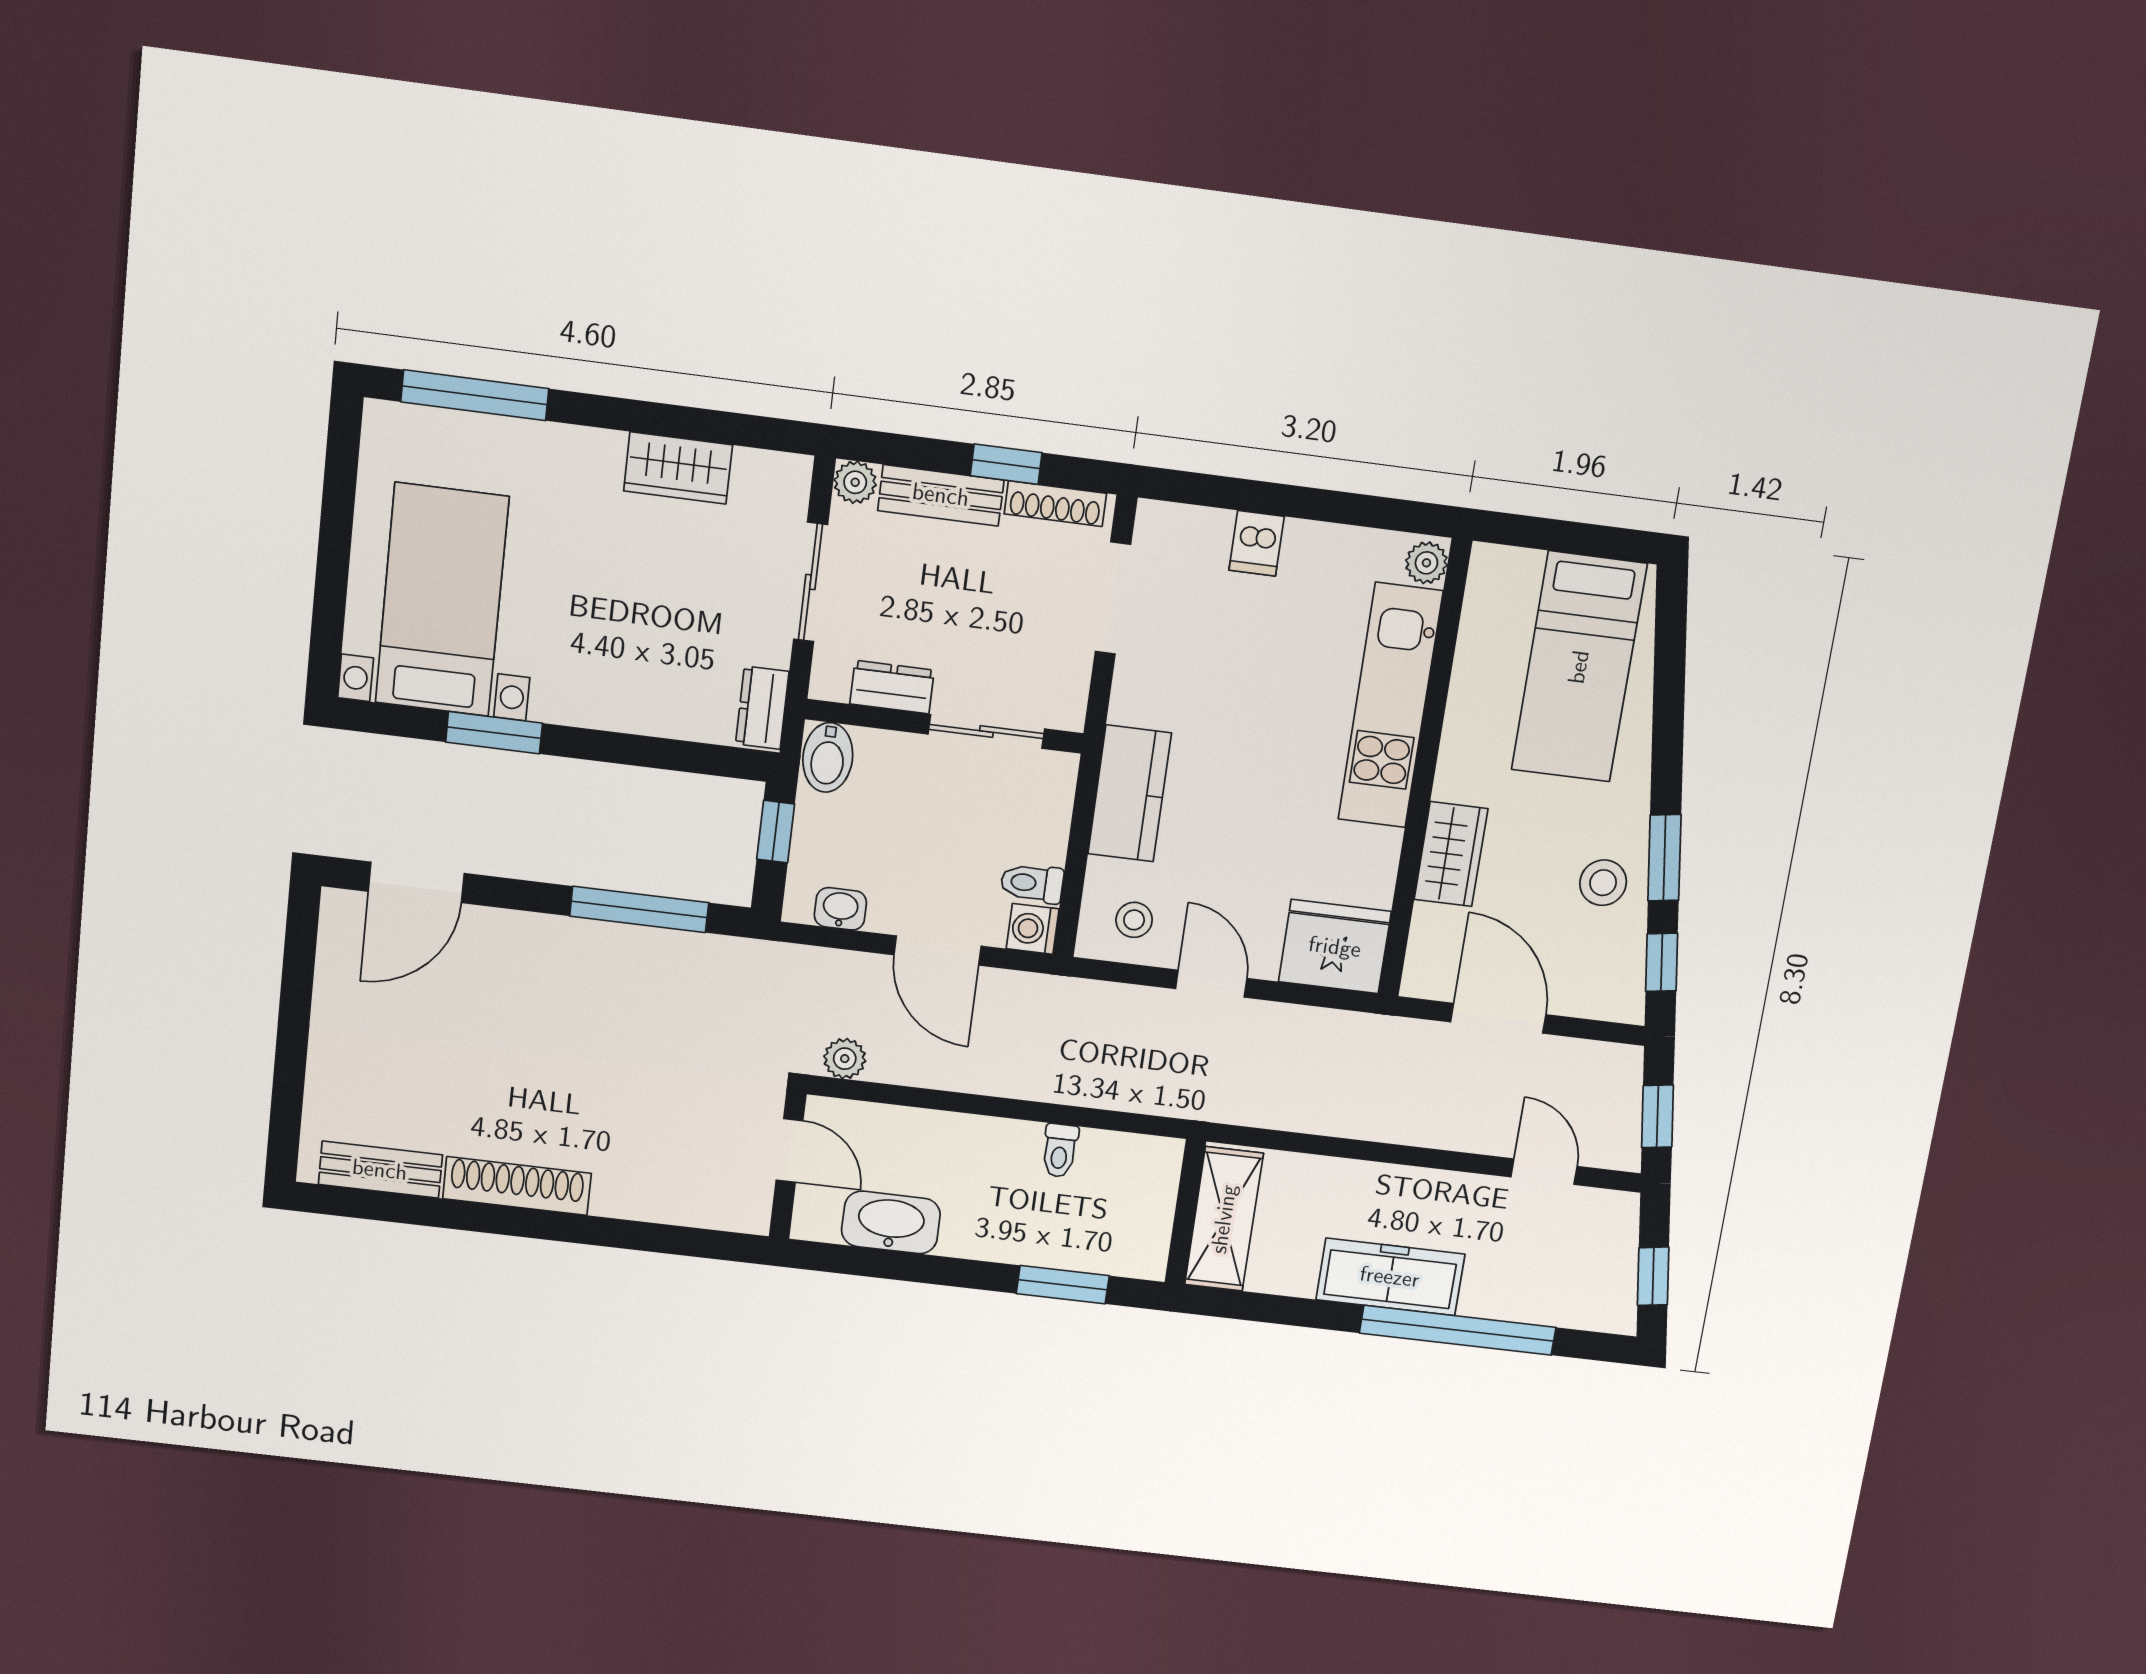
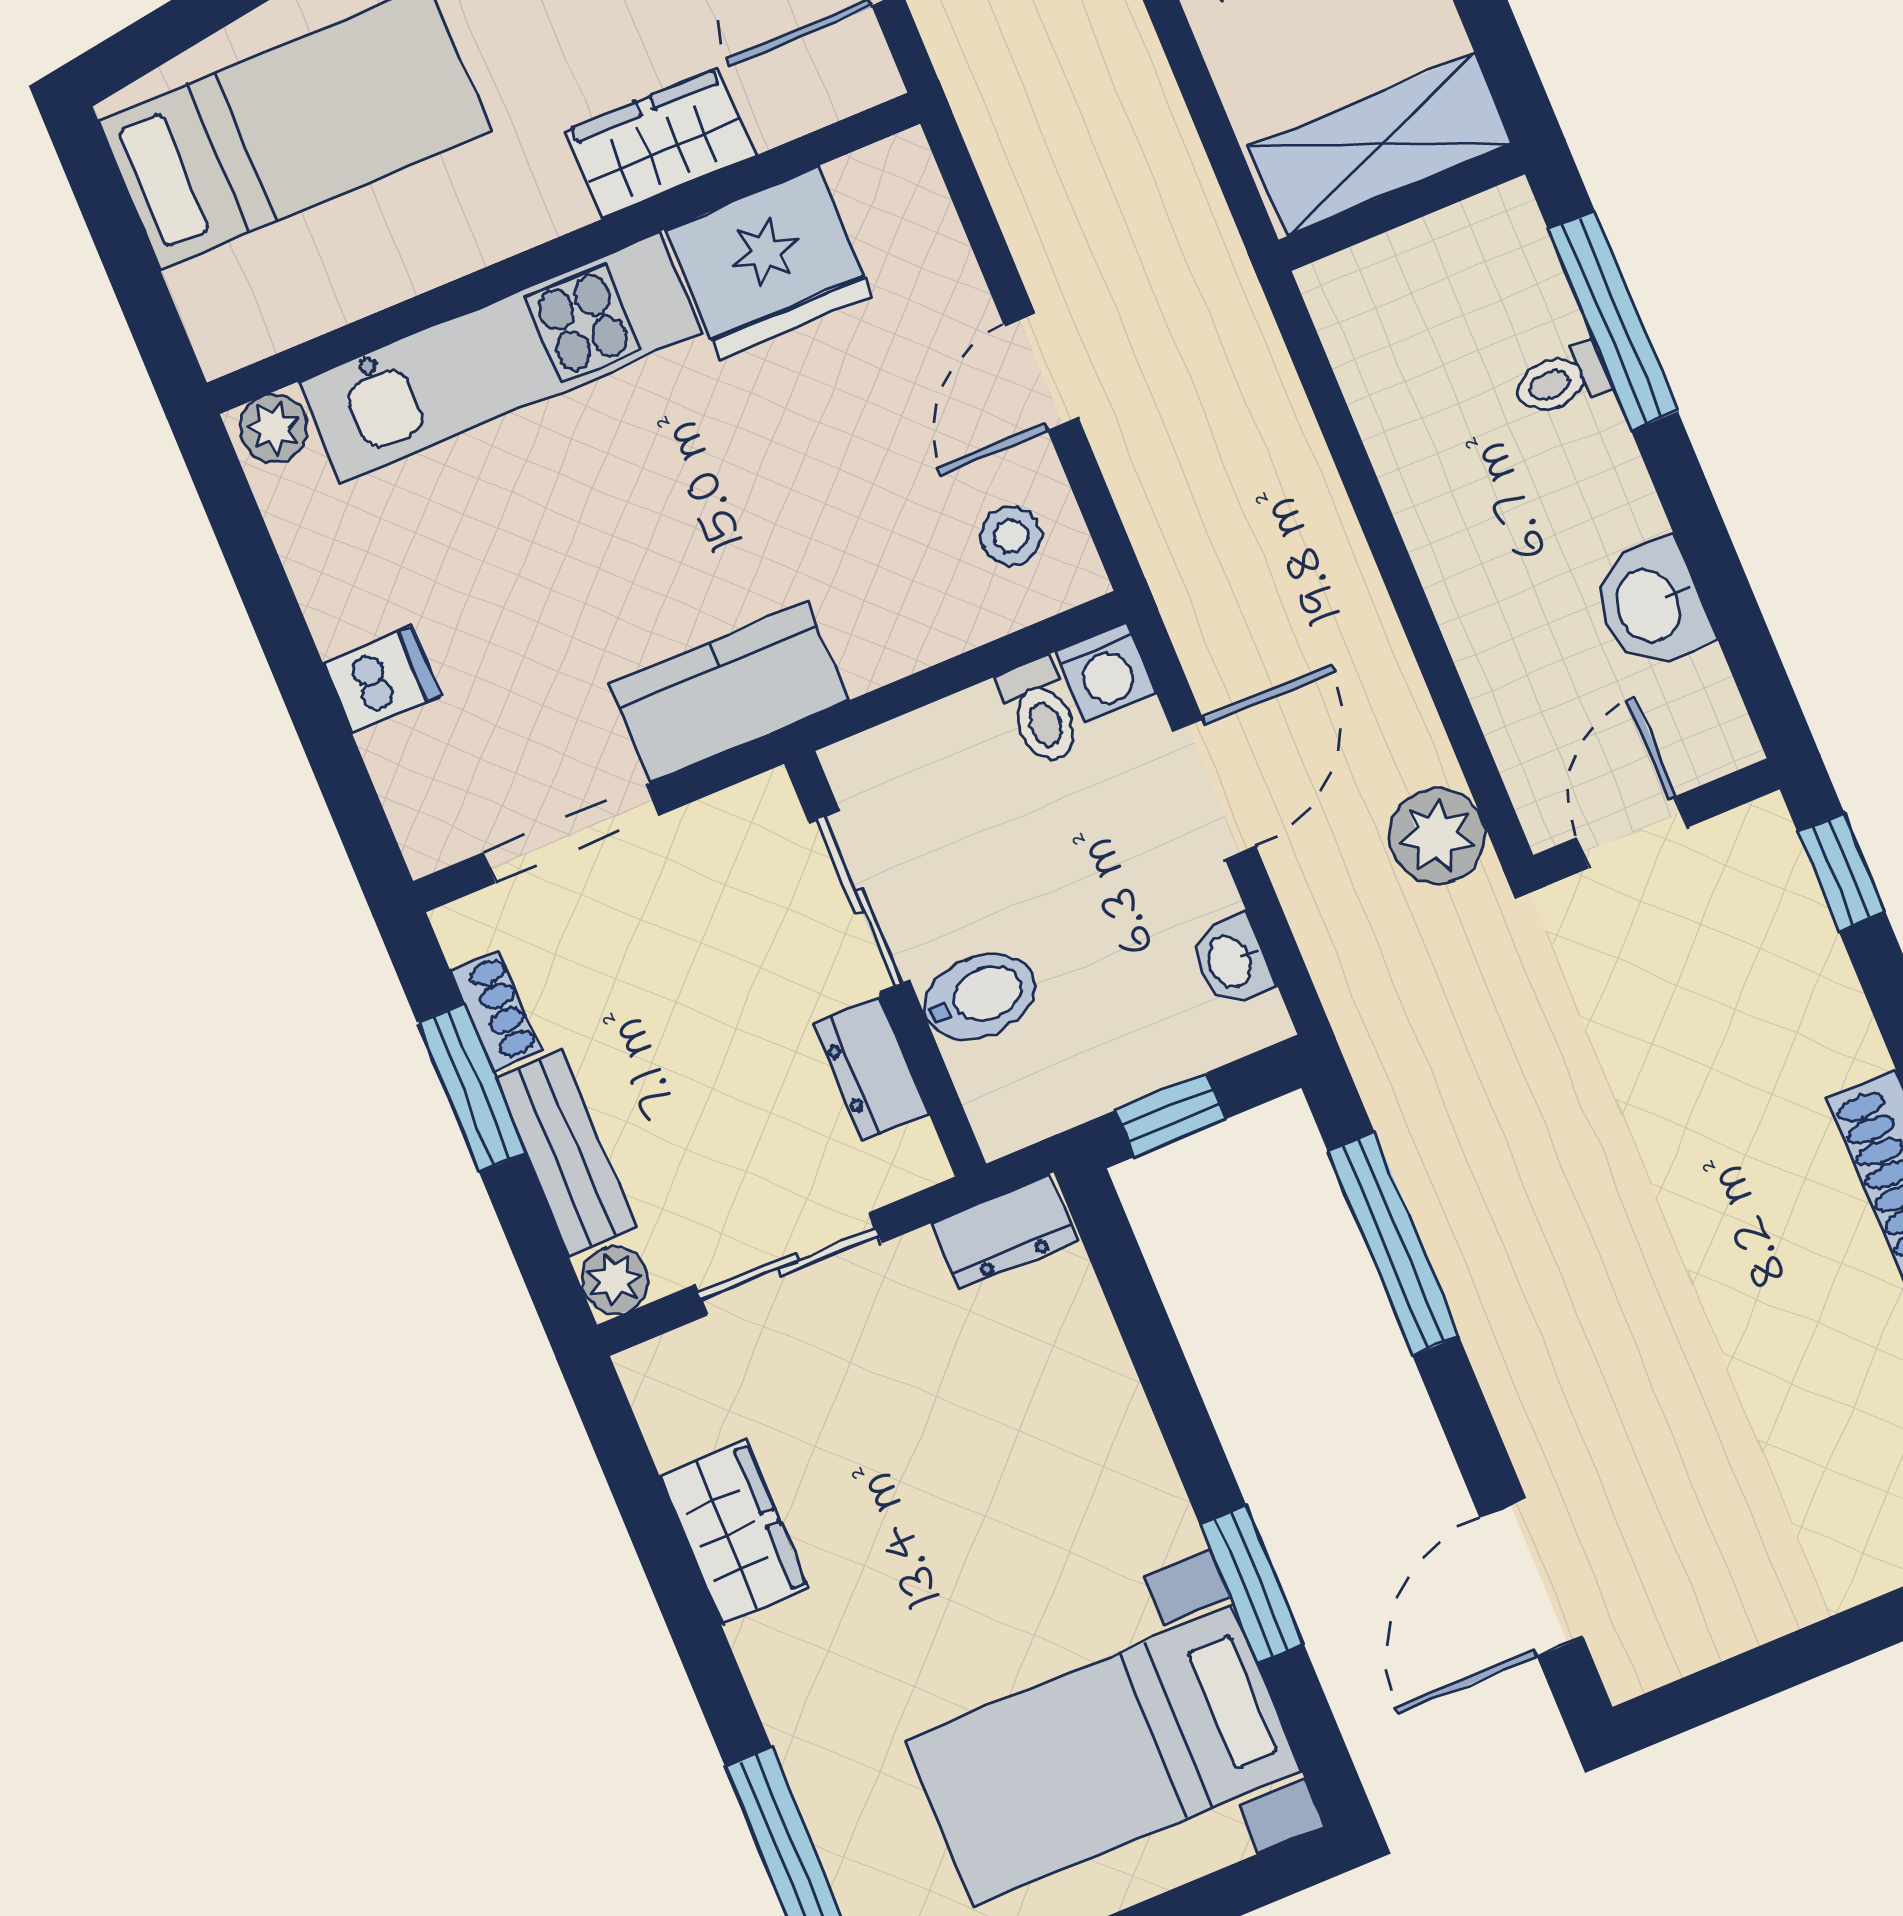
window: (1006, 464) -> (471, 1088), width x1.50
shoe rack: (1055, 504) -> (496, 1011), width x0.70
bidet: (828, 757) -> (979, 997), moved
kitchen counter: (1130, 793) -> (729, 692), moved
door: (416, 882) -> (1531, 1577), swing flipped
fridge: (1335, 947) -> (769, 262), moved, turned -90
plant: (845, 1059) -> (1437, 835), width x1.38, depth x1.38
toilet: (1060, 1151) -> (1561, 380), moved, turned 180
washbasin: (891, 1222) -> (1650, 604), width x0.72
window: (707, 1244) -> (1841, 872), added
window: (1063, 1285) -> (1613, 321), width x1.44

